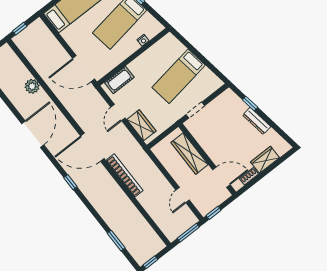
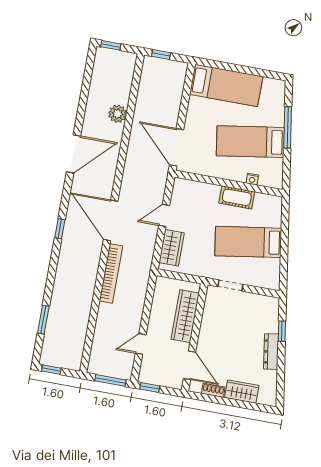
cot: (119, 80) -> (237, 197), moved

